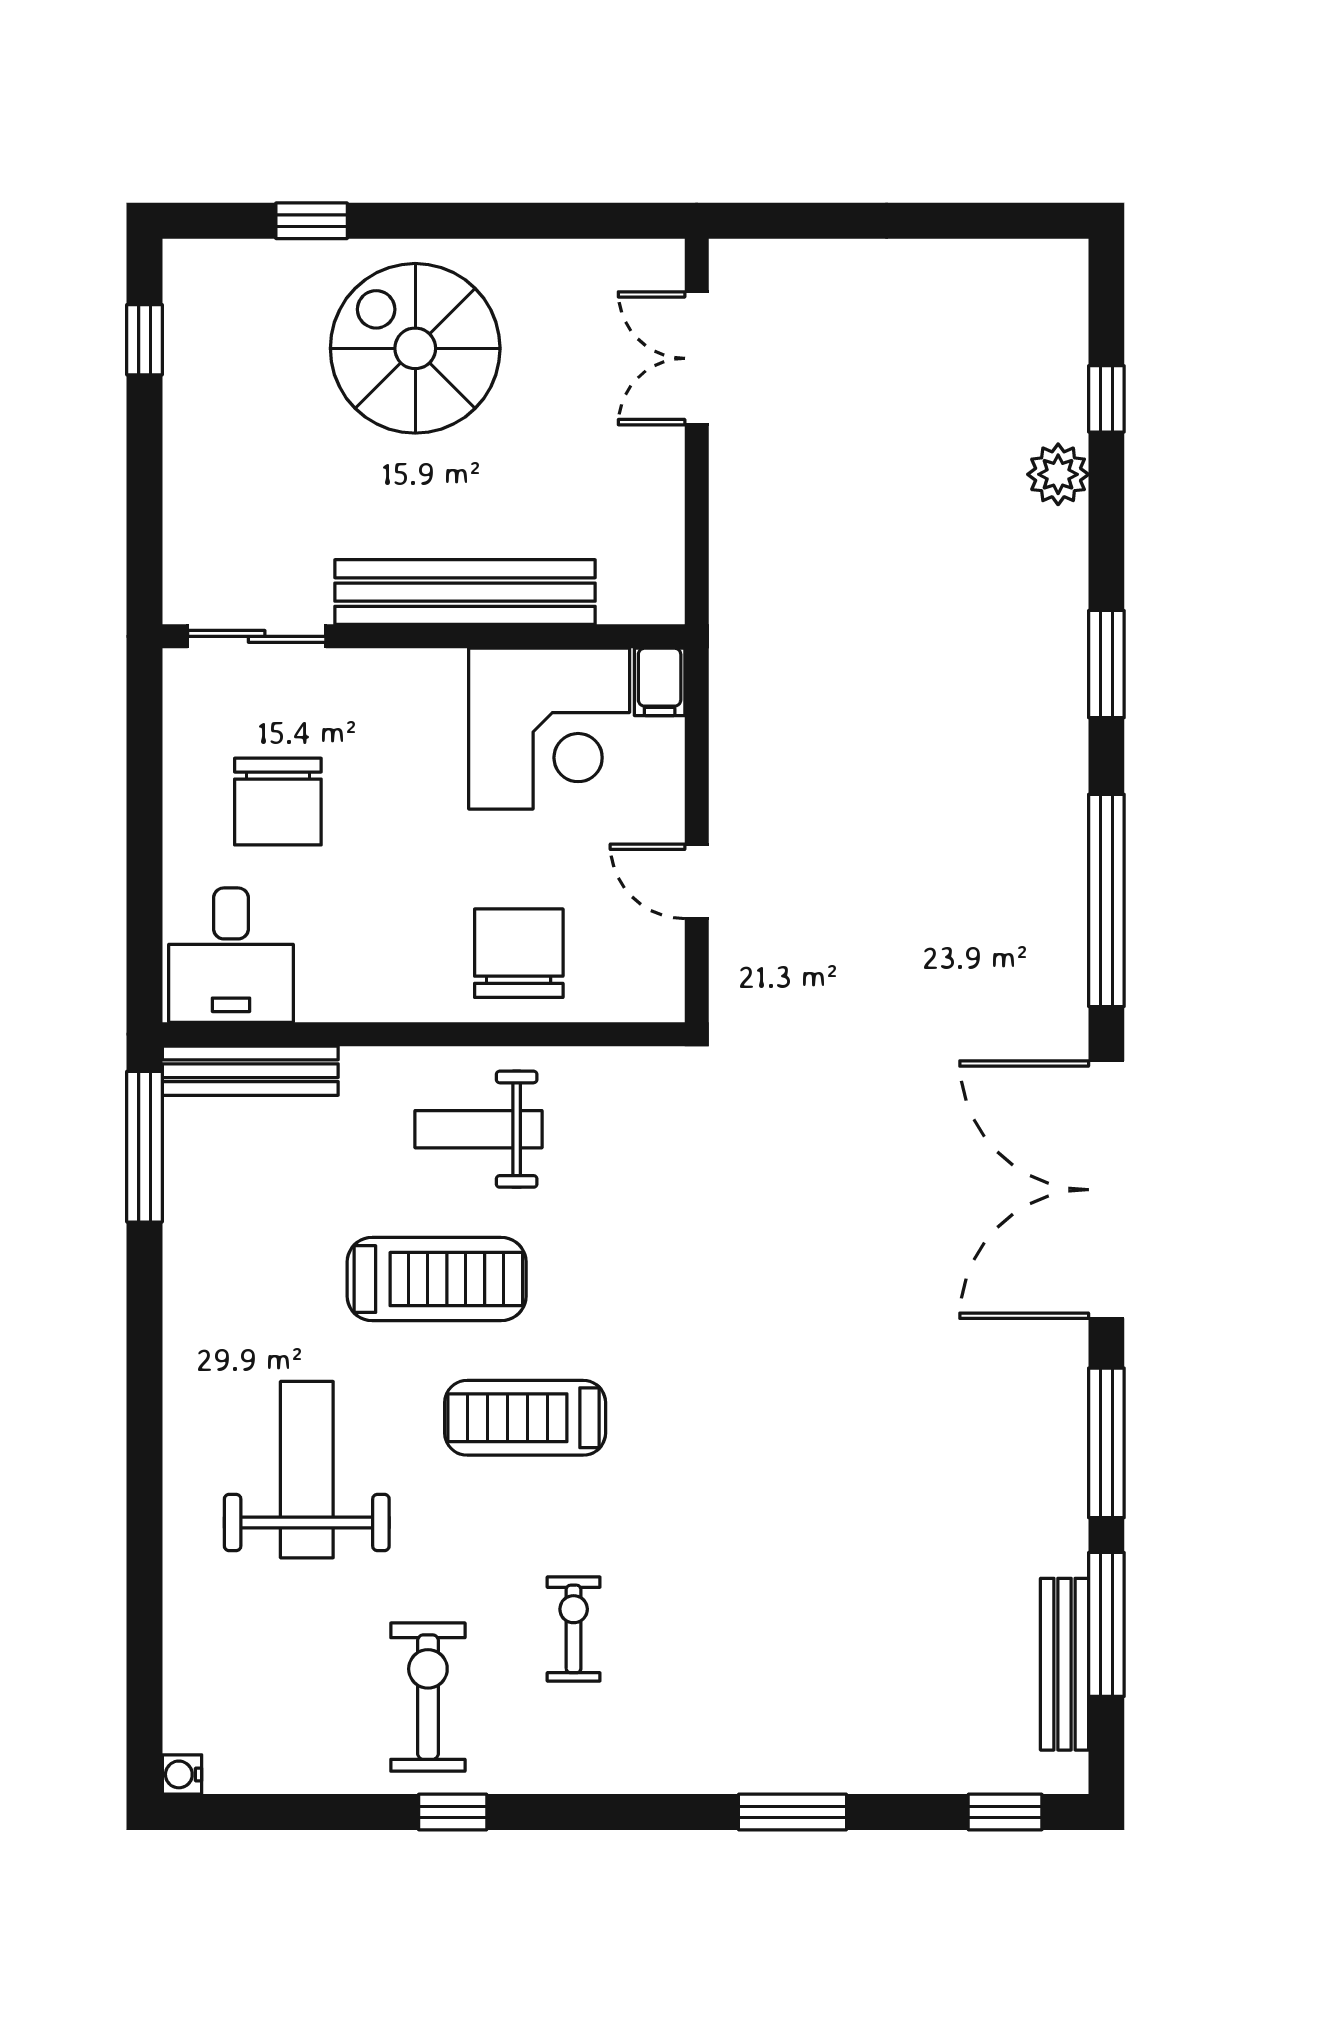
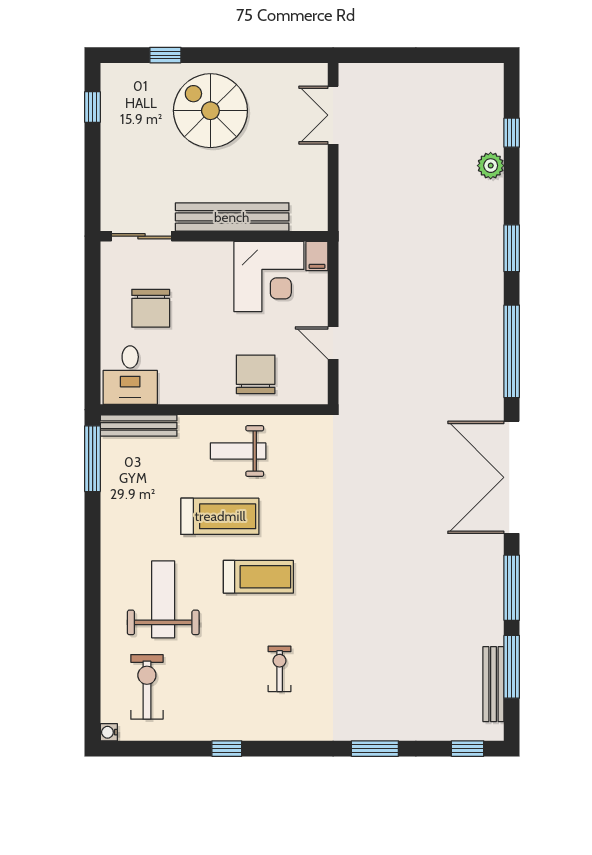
treadmill: (525, 1418) -> (258, 577), turned 180
exercise bike: (428, 1697) -> (147, 687), moved

